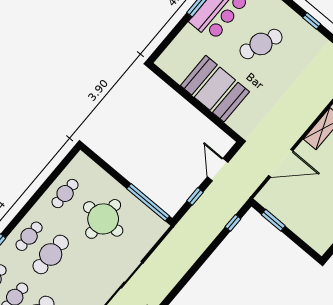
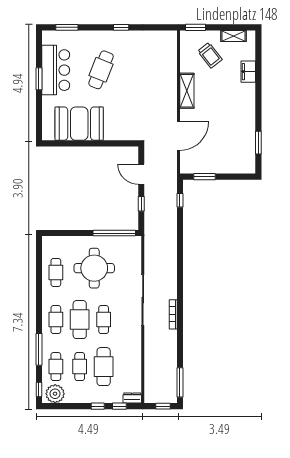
booth: (215, 89) -> (79, 124), moved
cafe table: (72, 273) -> (104, 320), added

